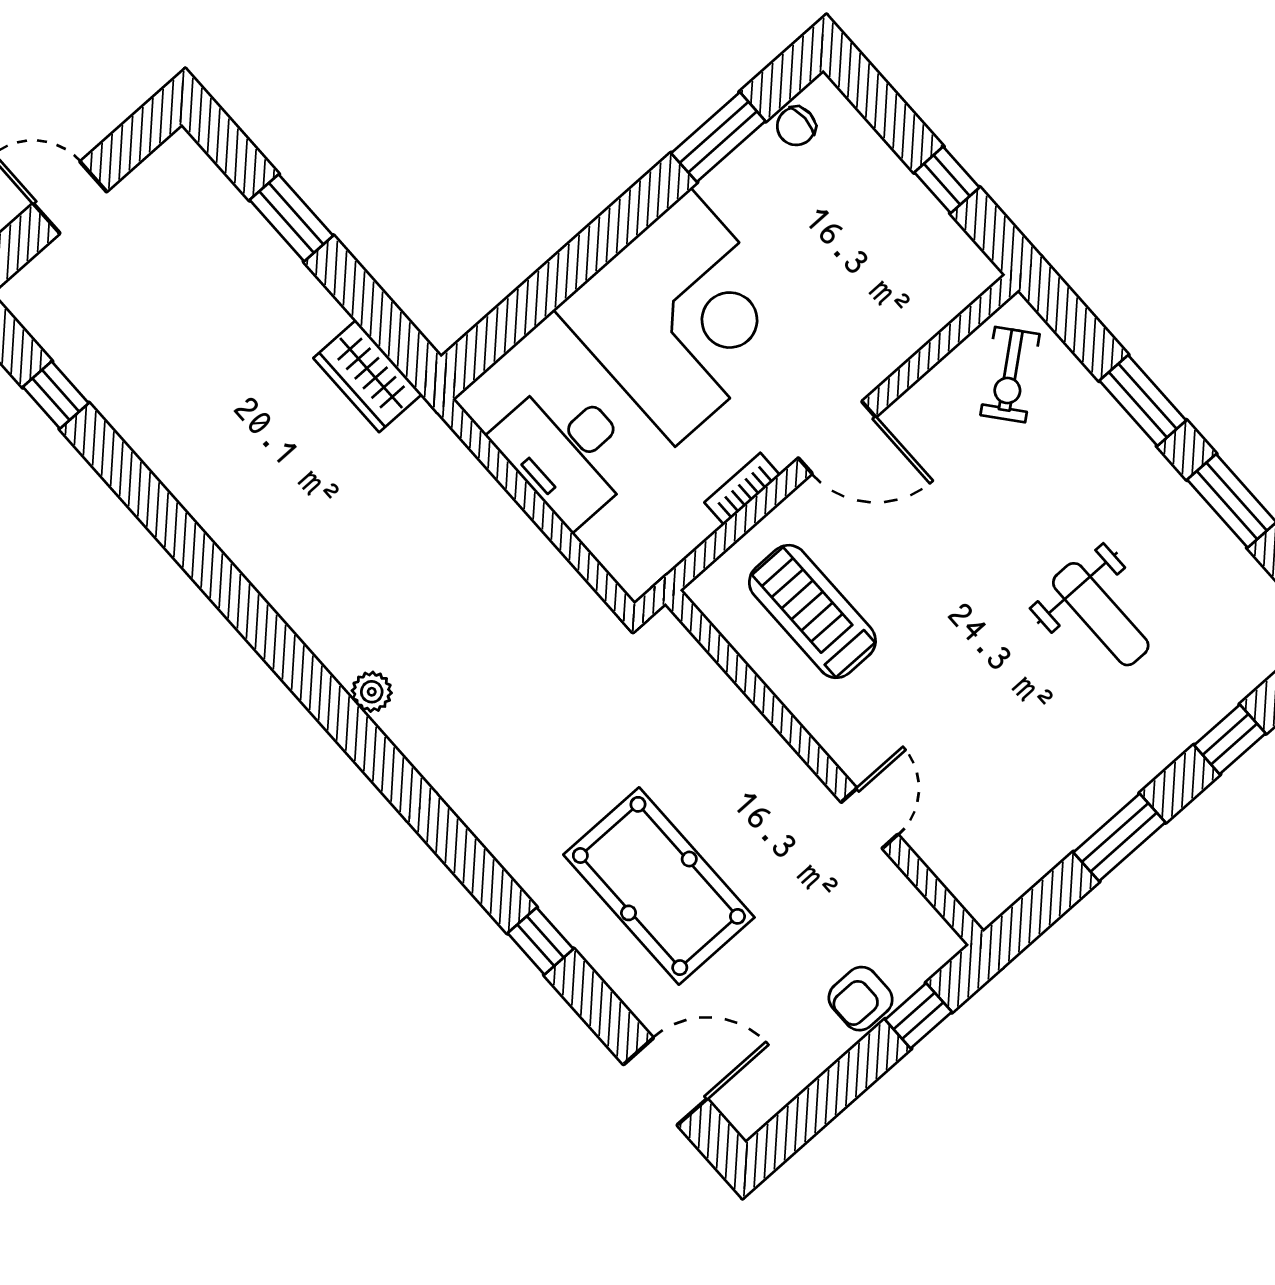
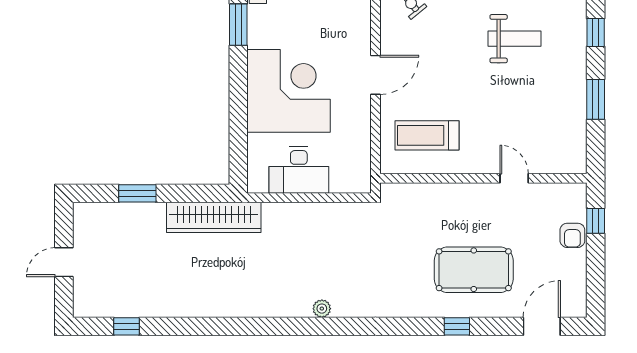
wardrobe: (368, 376) -> (214, 217), width x2.10, depth x1.17
bookcase: (742, 489) -> (364, 122), removed

